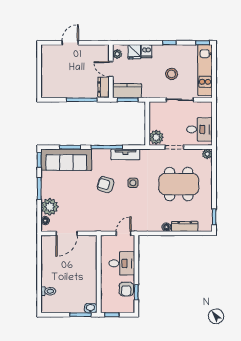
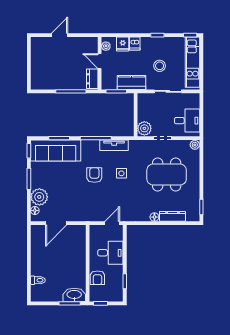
kitchen counter: (127, 91) -> (132, 83), moved
armchair: (106, 185) -> (94, 175), turned 74
armchair: (126, 289) -> (97, 278), moved
washbasin: (90, 308) -> (74, 295), width x1.91, depth x1.45

